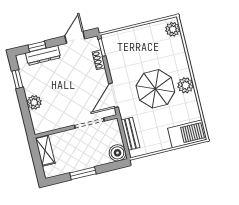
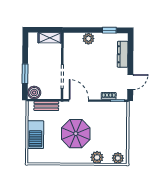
door: (75, 37) -> (130, 82), hinge flipped
window: (37, 46) -> (131, 51), removed
plant: (186, 85) -> (97, 157), moved
barbecue: (187, 134) -> (35, 135), moved
window: (83, 173) -> (25, 74), moved

